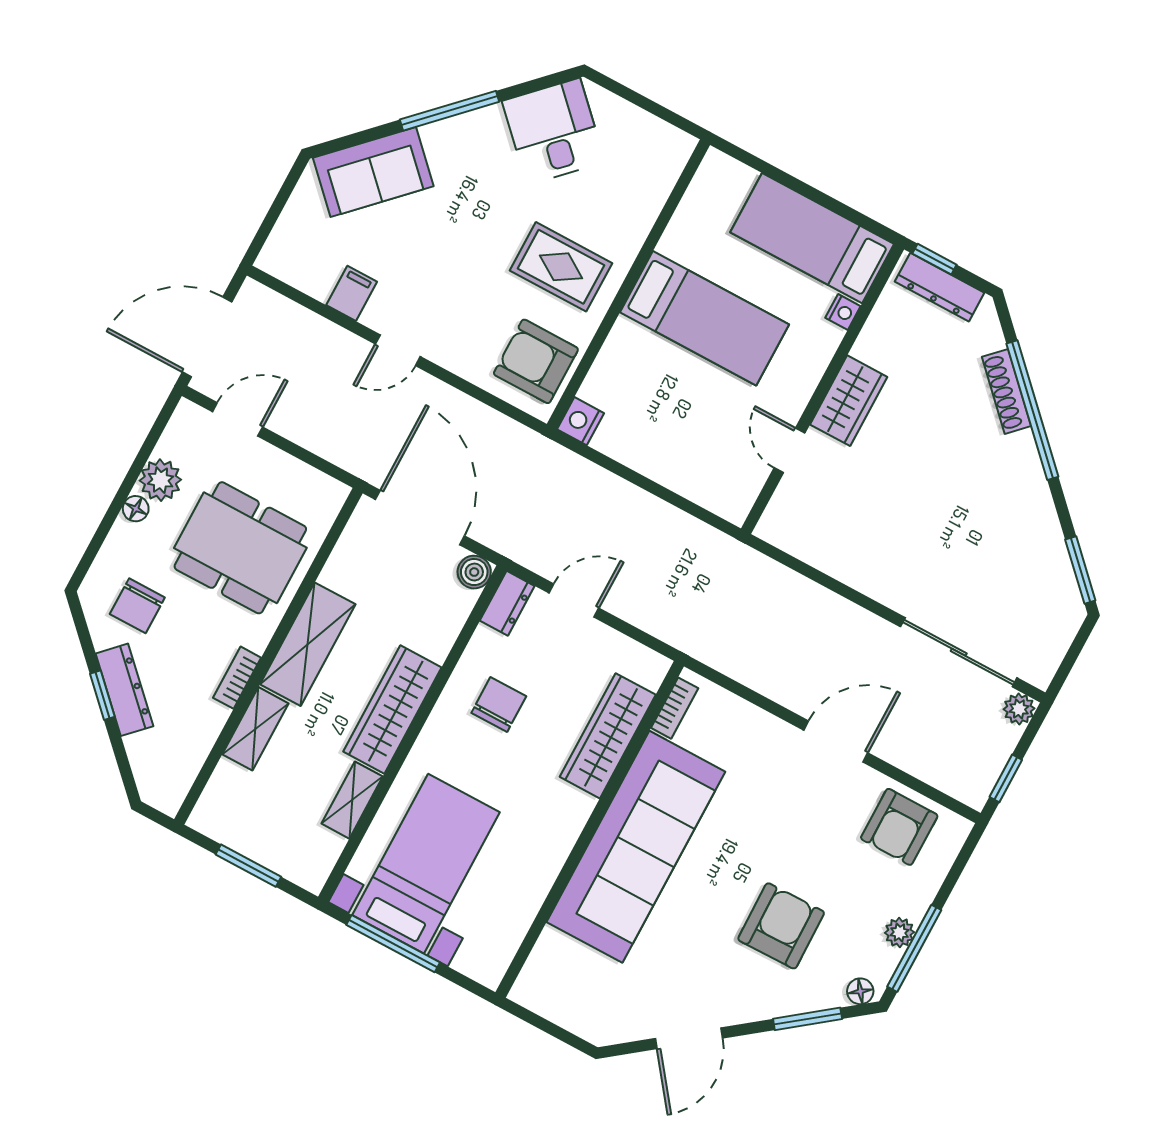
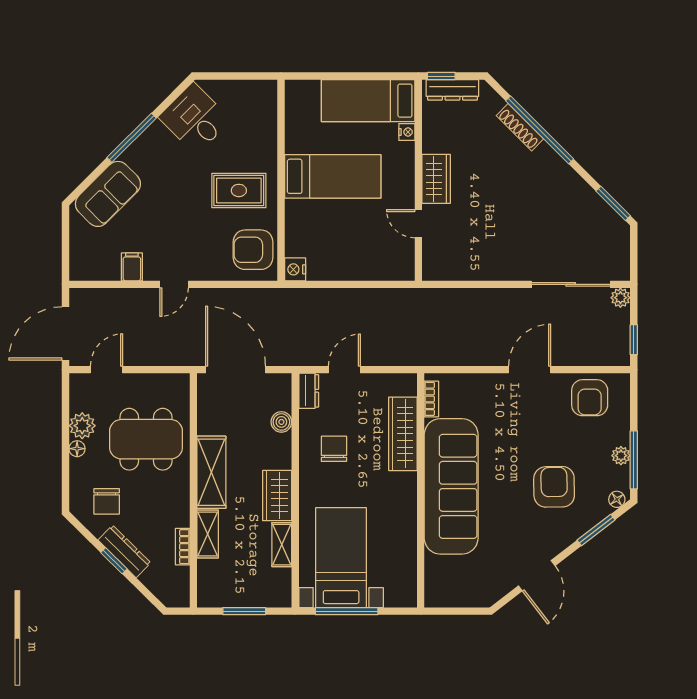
boiler: (474, 572) -> (281, 422), moved
bookcase: (237, 678) -> (183, 547), moved
wardrobe: (392, 709) -> (277, 496), width x0.67

